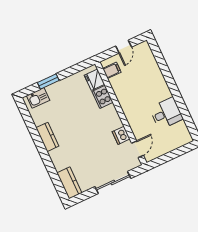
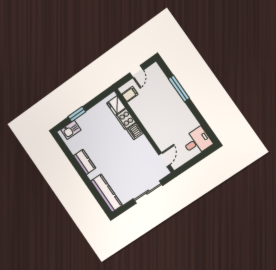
window: (167, 74) -> (179, 89), added
desk: (166, 113) -> (197, 142), moved
dishwasher: (121, 135) -> (135, 131), moved
kitchen counter: (69, 183) -> (107, 193), width x1.50

